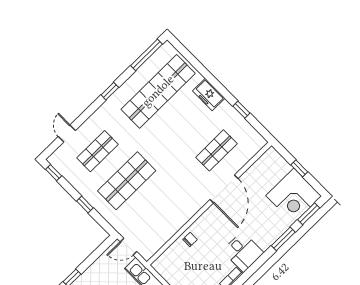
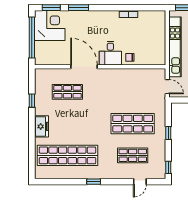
window: (146, 55) -> (54, 182), removed
window: (299, 168) -> (32, 37), width x3.17
door: (224, 189) -> (84, 67), hinge flipped
desk: (243, 252) -> (110, 53), moved, turned 180

